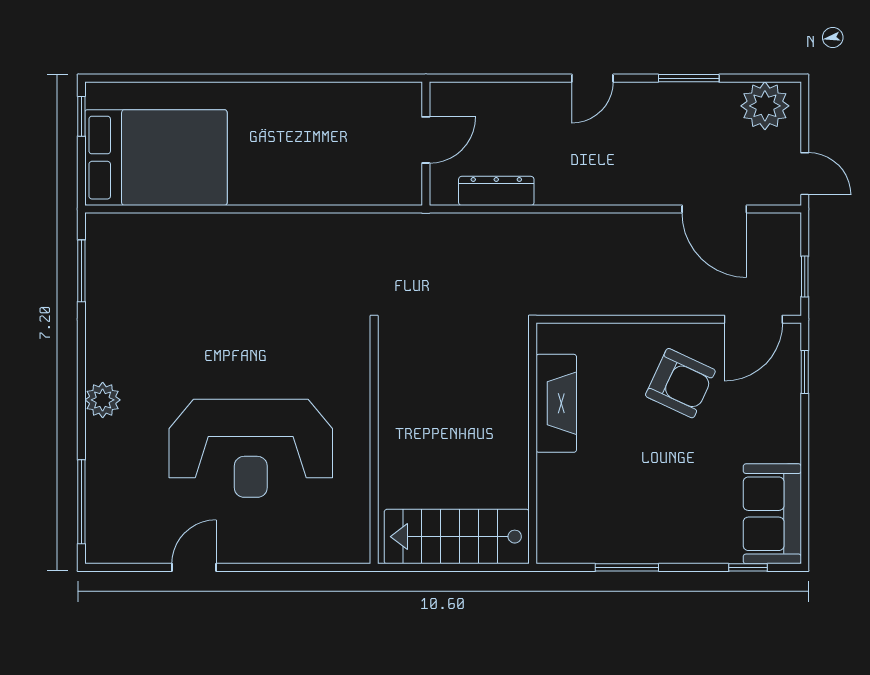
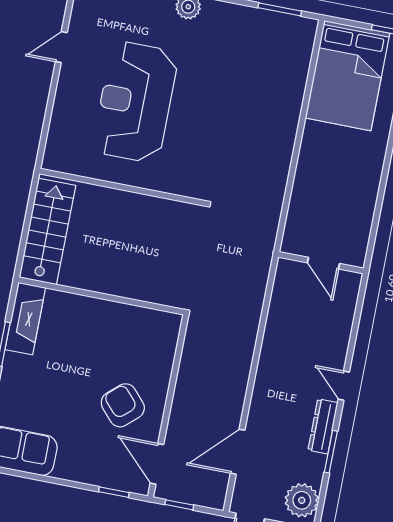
dresser: (496, 191) -> (323, 426), moved, turned 180
armchair: (680, 383) -> (123, 405), turned 113
fireplace: (556, 403) -> (25, 319), moved, turned -90
door: (194, 567) -> (61, 47), swing flipped

